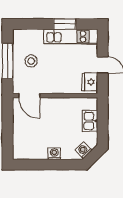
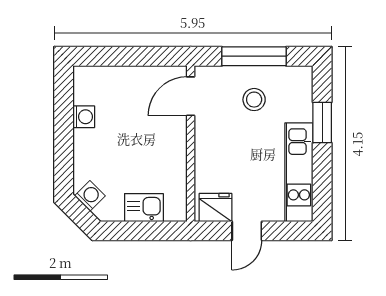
window: (65, 24) -> (322, 122), moved
washing machine: (54, 154) -> (84, 117), moved

